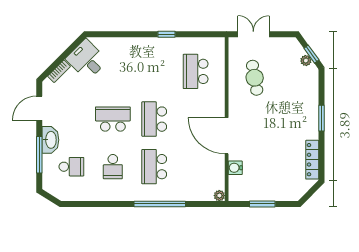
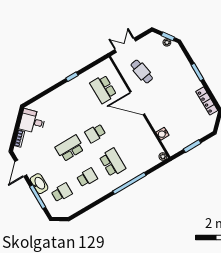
school desk: (154, 119) -> (95, 133), width x0.54
door: (227, 136) -> (137, 103), moved
school desk: (113, 167) -> (87, 177), turned -90
school desk: (154, 167) -> (112, 162), turned 180

